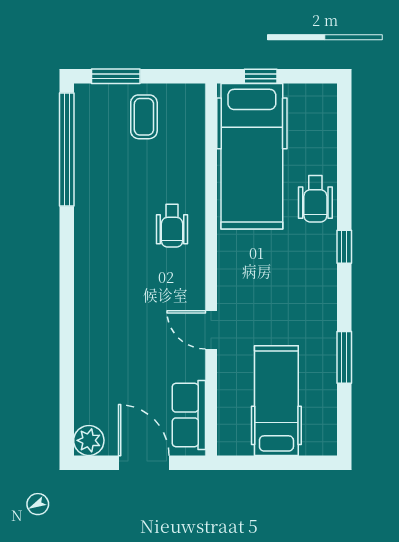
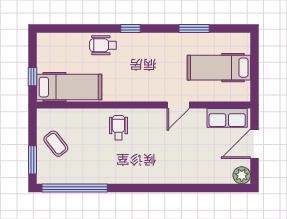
coffee table: (144, 117) -> (56, 144), turned 52
hospital bed: (252, 156) -> (69, 87), width x0.73, depth x0.78
wheelchair: (315, 199) -> (103, 45), turned 180
wheelchair: (172, 226) -> (118, 128), turned -90

